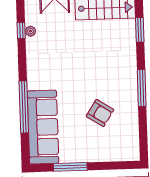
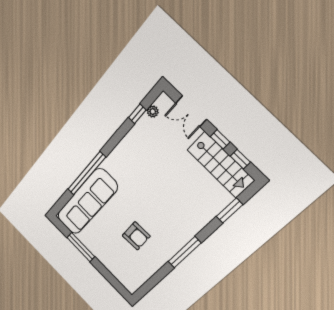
plant: (30, 31) -> (153, 111), moved
armchair: (100, 113) -> (136, 236), turned -35

